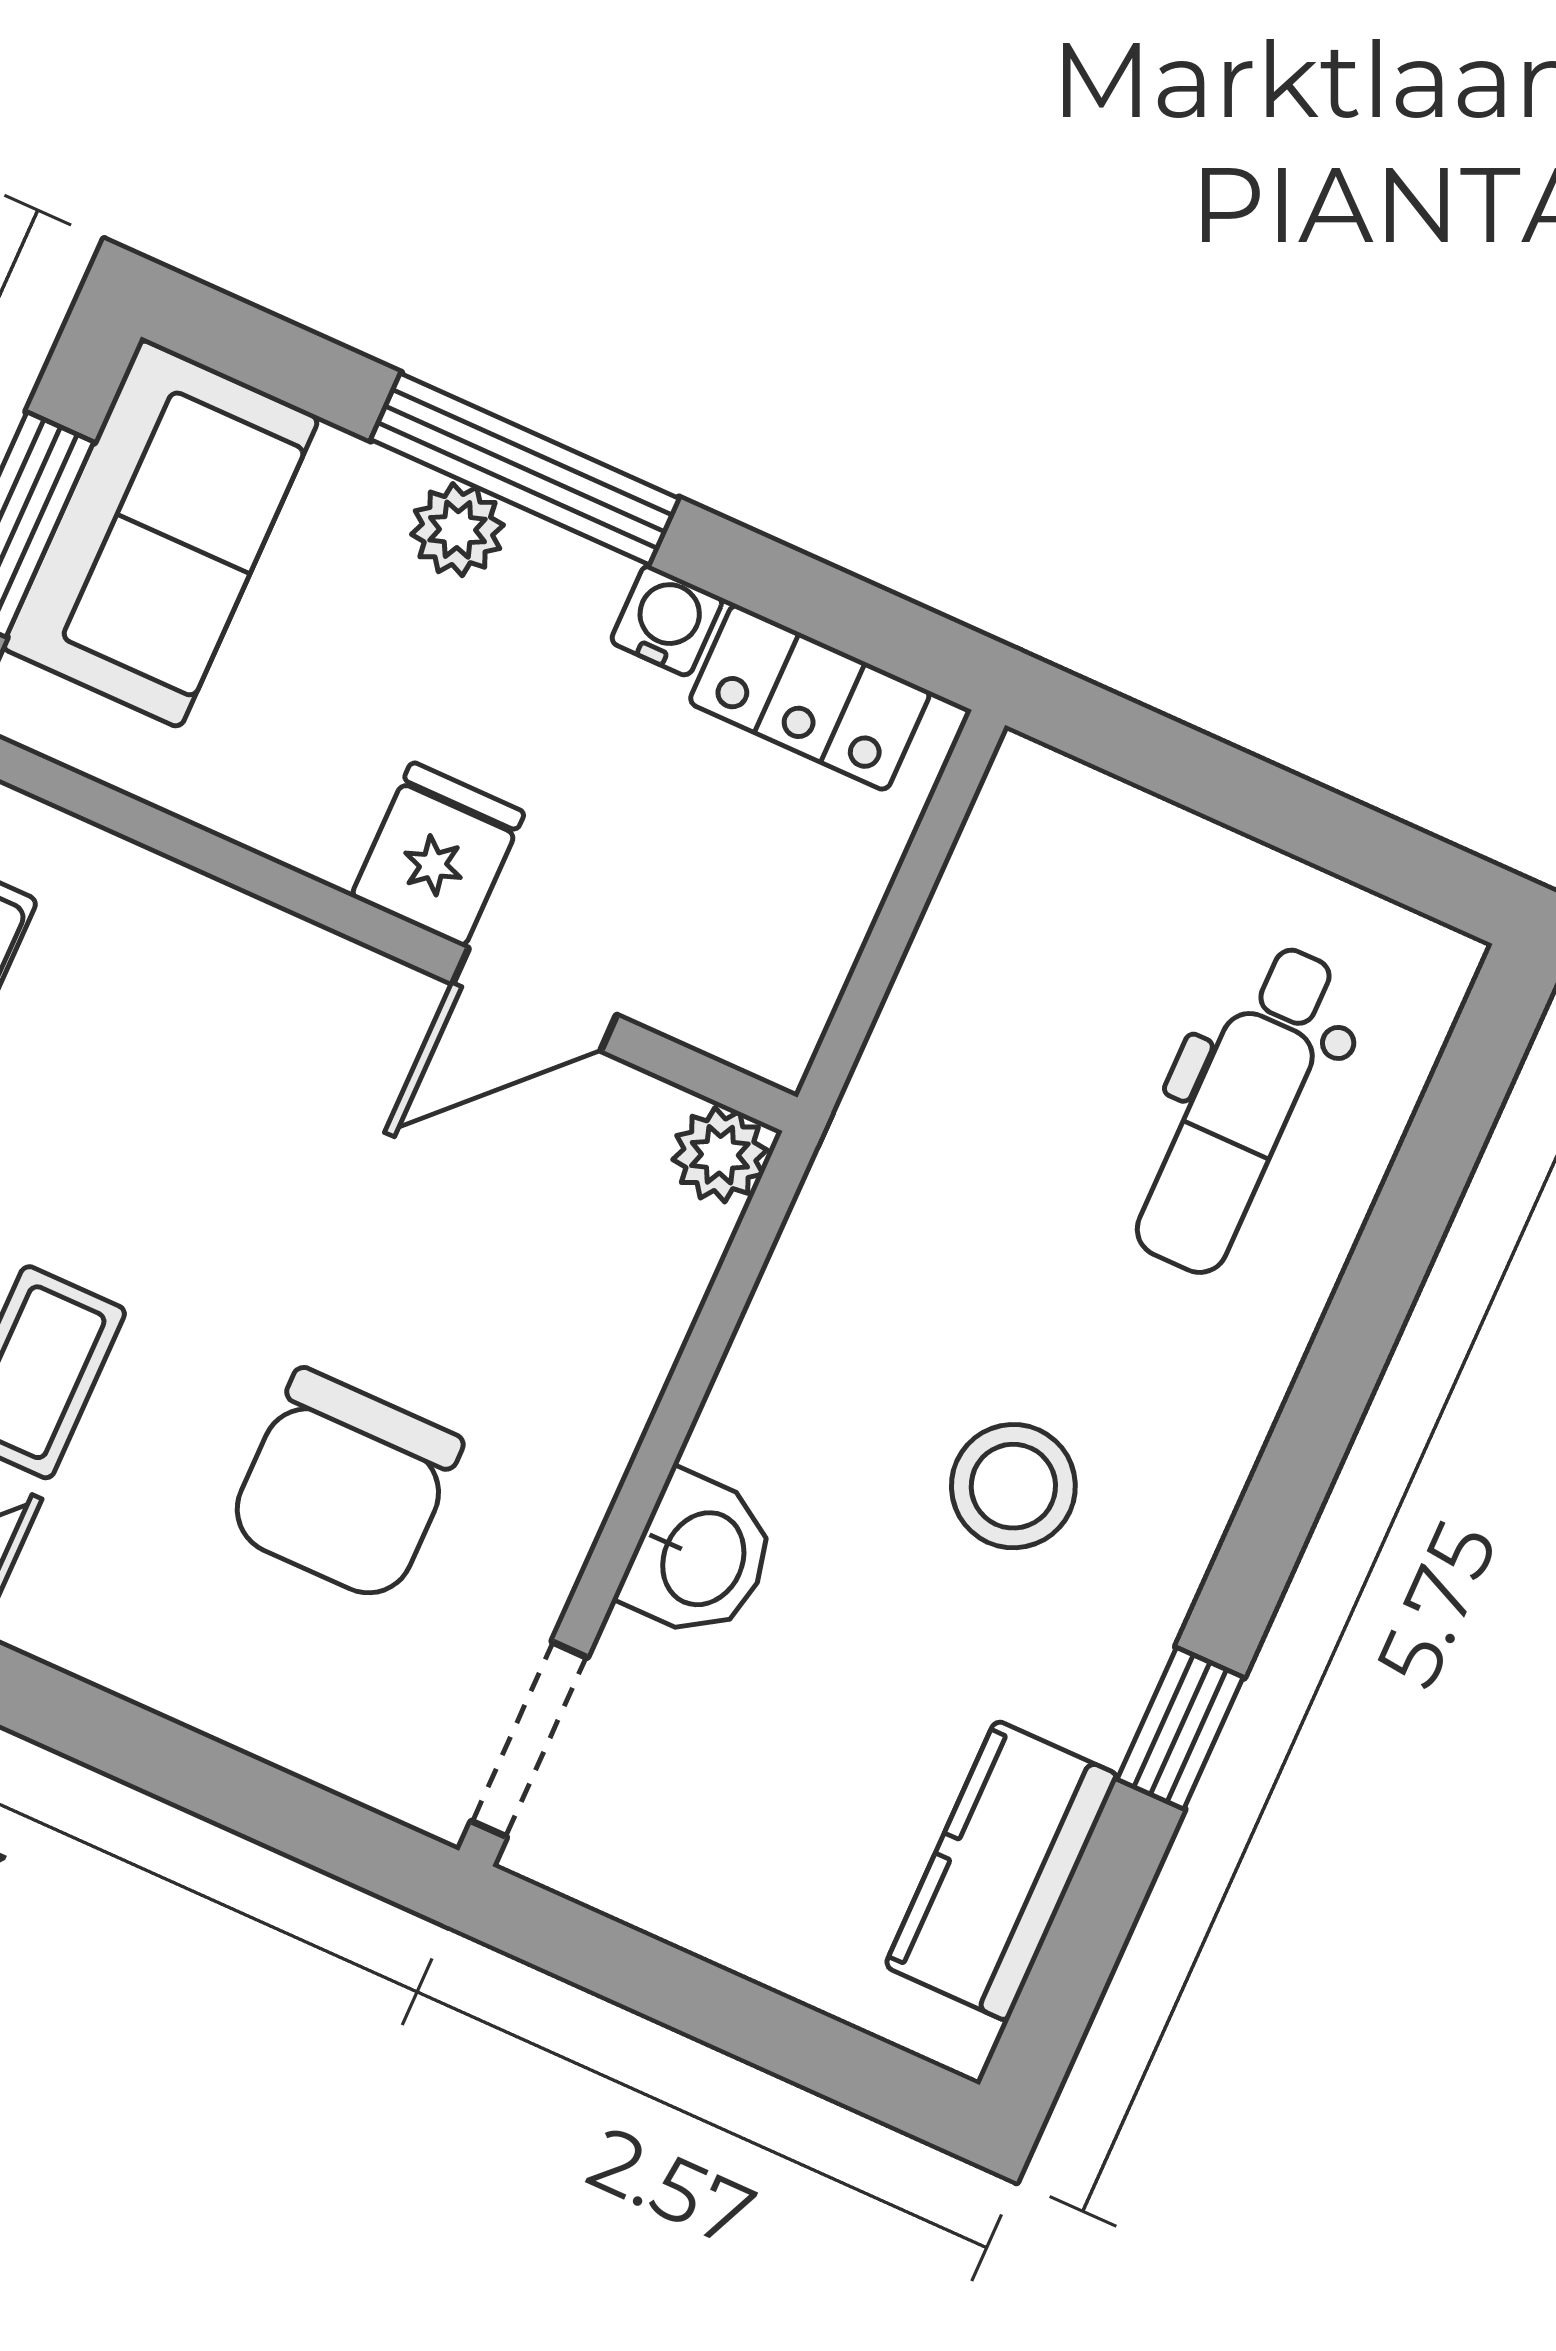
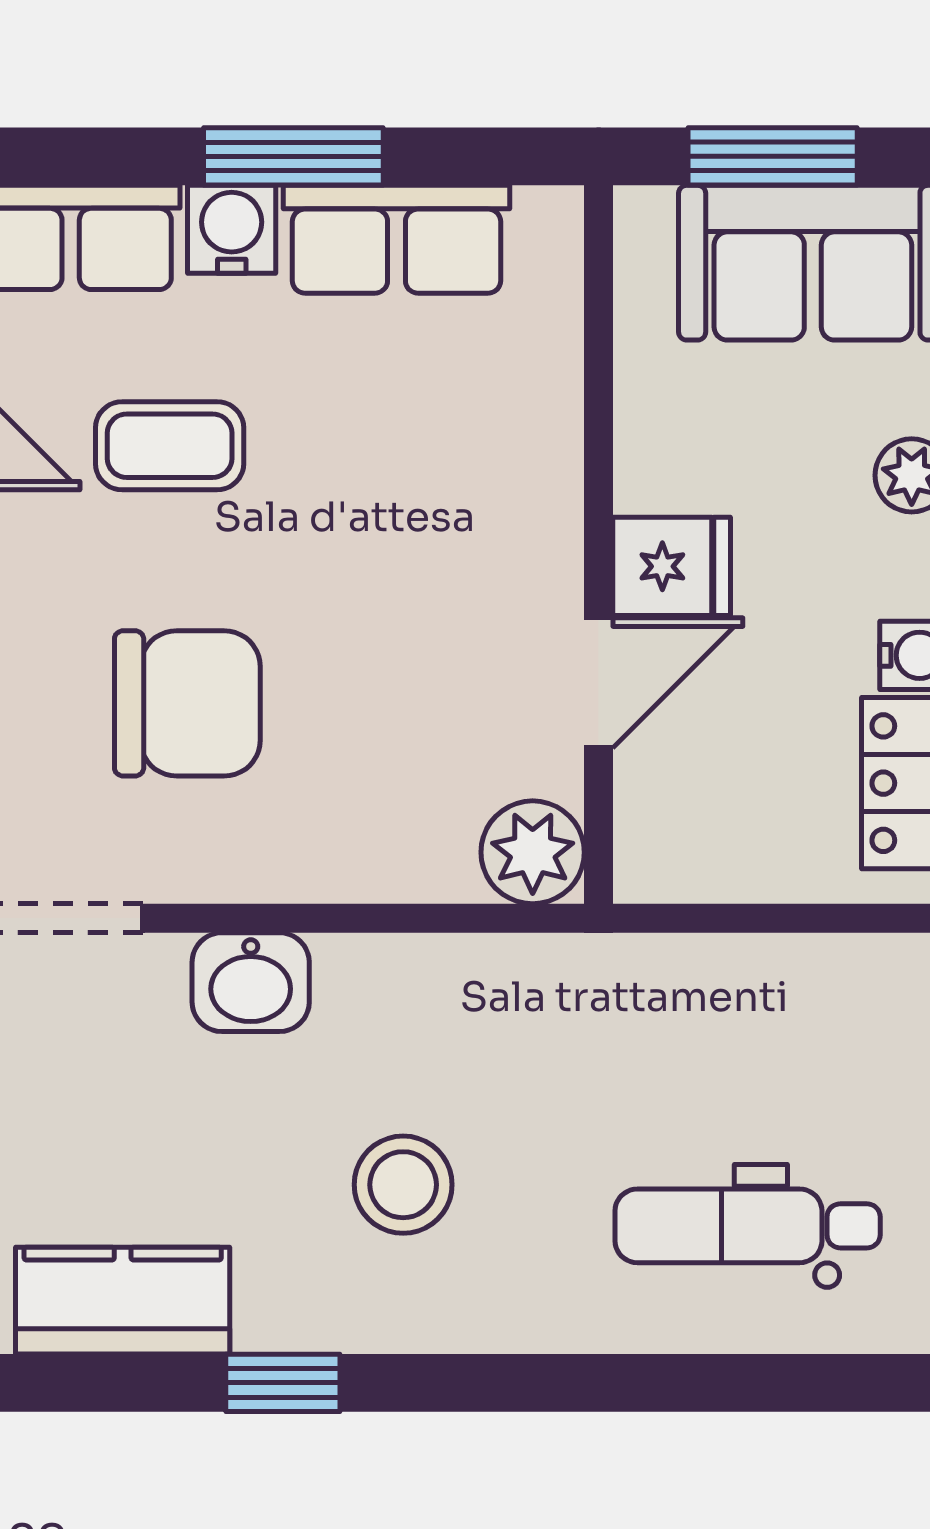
door: (535, 999) -> (599, 683), swing flipped
plant: (720, 1155) -> (533, 852), width x1.38, depth x1.38
chair: (345, 1486) -> (187, 703), turned 180

